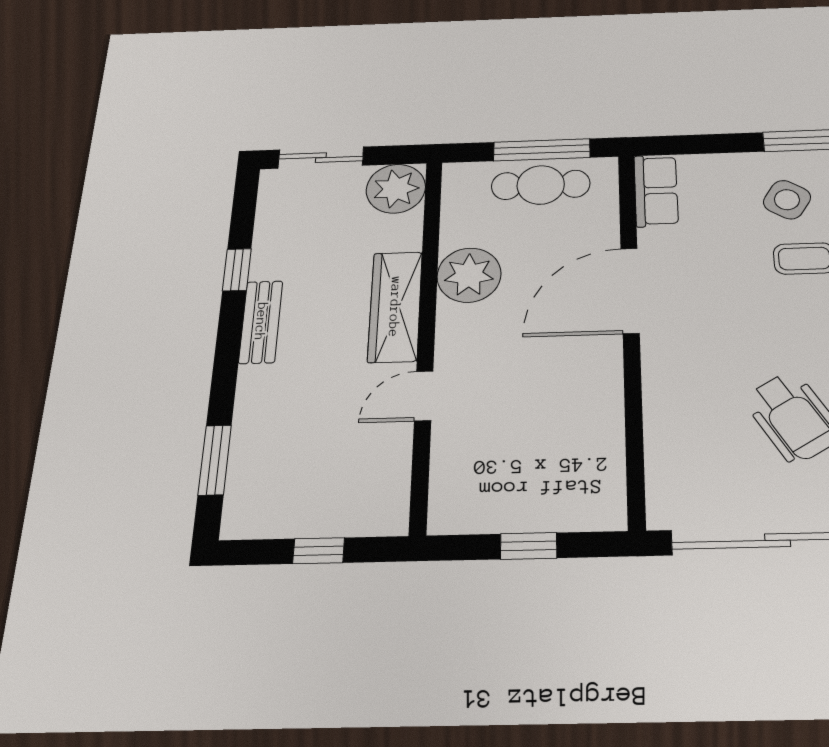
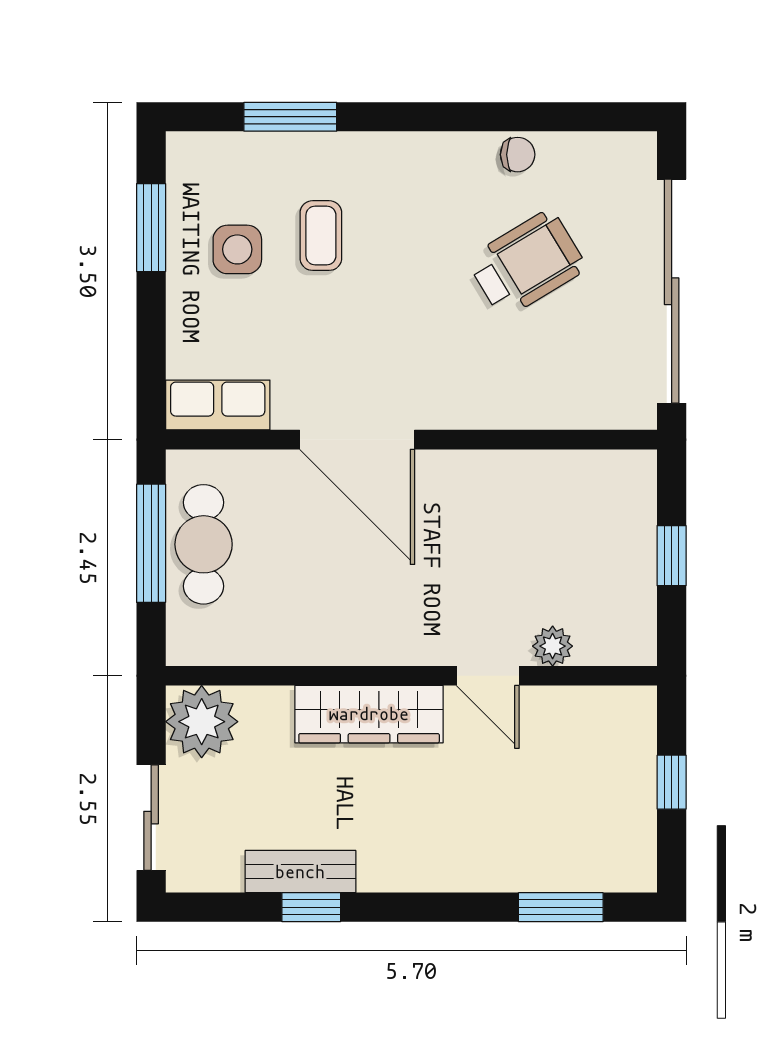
side table: (787, 200) -> (237, 249), turned -32
plant: (469, 275) -> (553, 646), moved, width x0.53, depth x0.53
bench: (261, 322) -> (300, 872), moved

